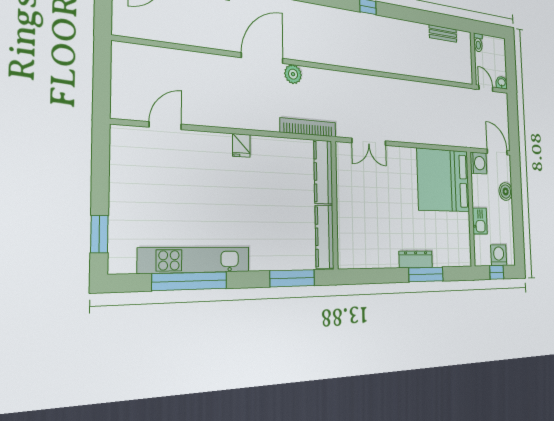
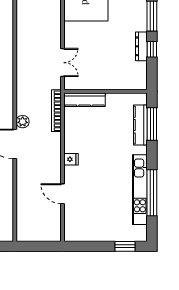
door: (165, 126) -> (63, 194), moved
kitchen counter: (325, 237) -> (140, 125), moved, turned 90
dresser: (416, 259) -> (141, 46), moved
window: (388, 275) -> (152, 49), added

